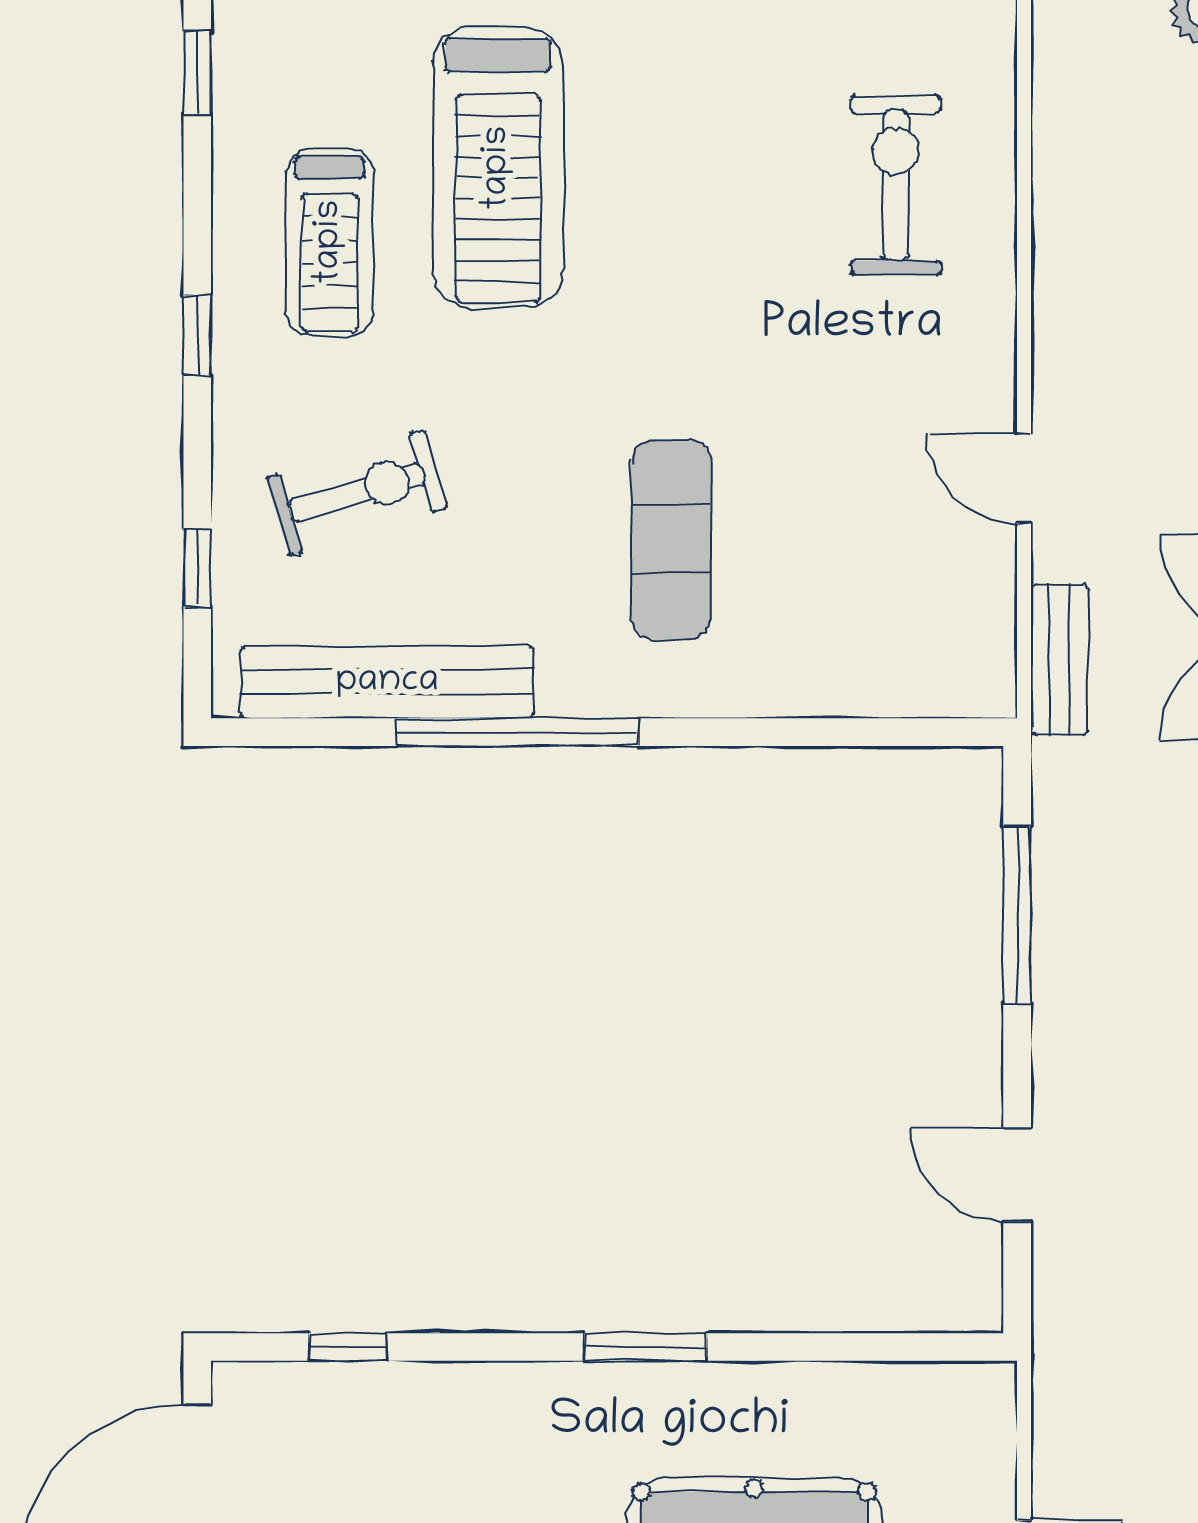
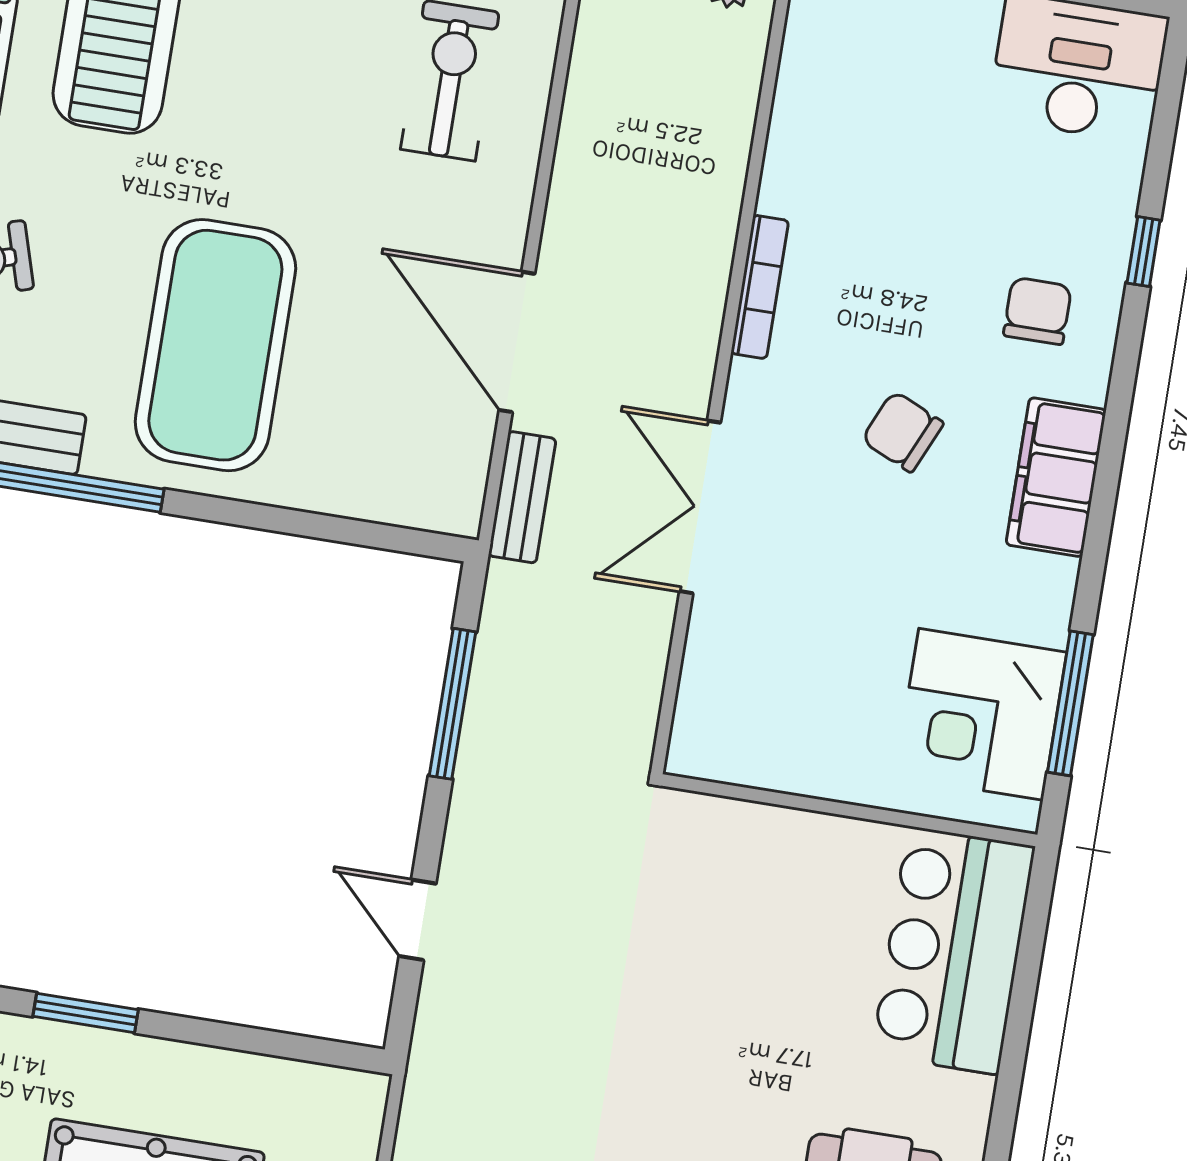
door: (1024, 479) -> (517, 342), width x1.87
exercise mat: (671, 540) -> (215, 345), width x2.00, depth x1.45

